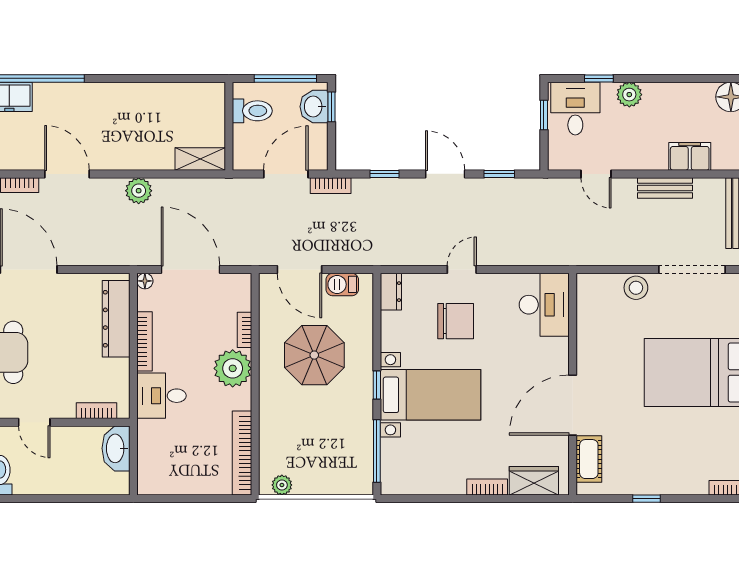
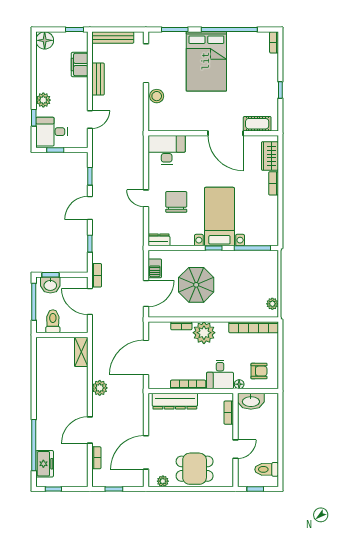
floor lamp: (145, 281) -> (239, 384), moved
armchair: (167, 462) -> (259, 371), added

